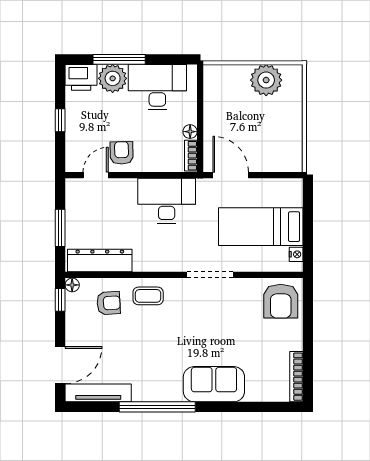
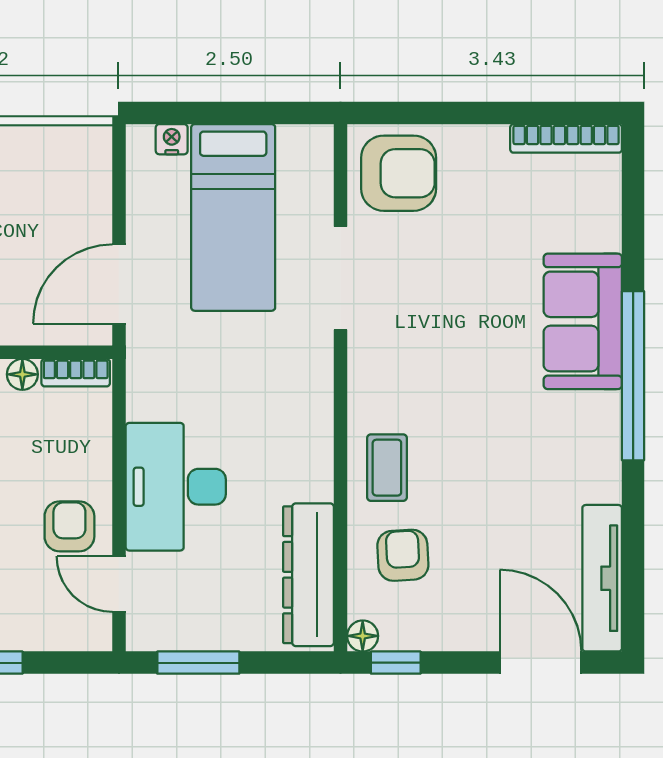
armchair: (122, 153) -> (69, 526), turned 91
desk: (167, 201) -> (176, 487), moved
window: (60, 228) -> (198, 663), moved
nightstand: (296, 254) -> (172, 139), moved
doorway: (210, 275) -> (341, 278), moved
window: (157, 407) -> (633, 376), moved

